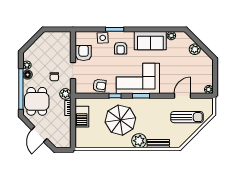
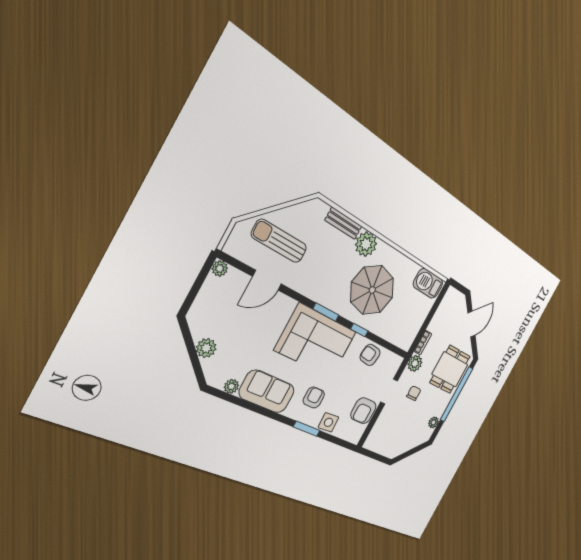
floor lamp: (28, 75) -> (440, 410), removed
barbecue: (82, 117) -> (428, 283), moved, turned -90

